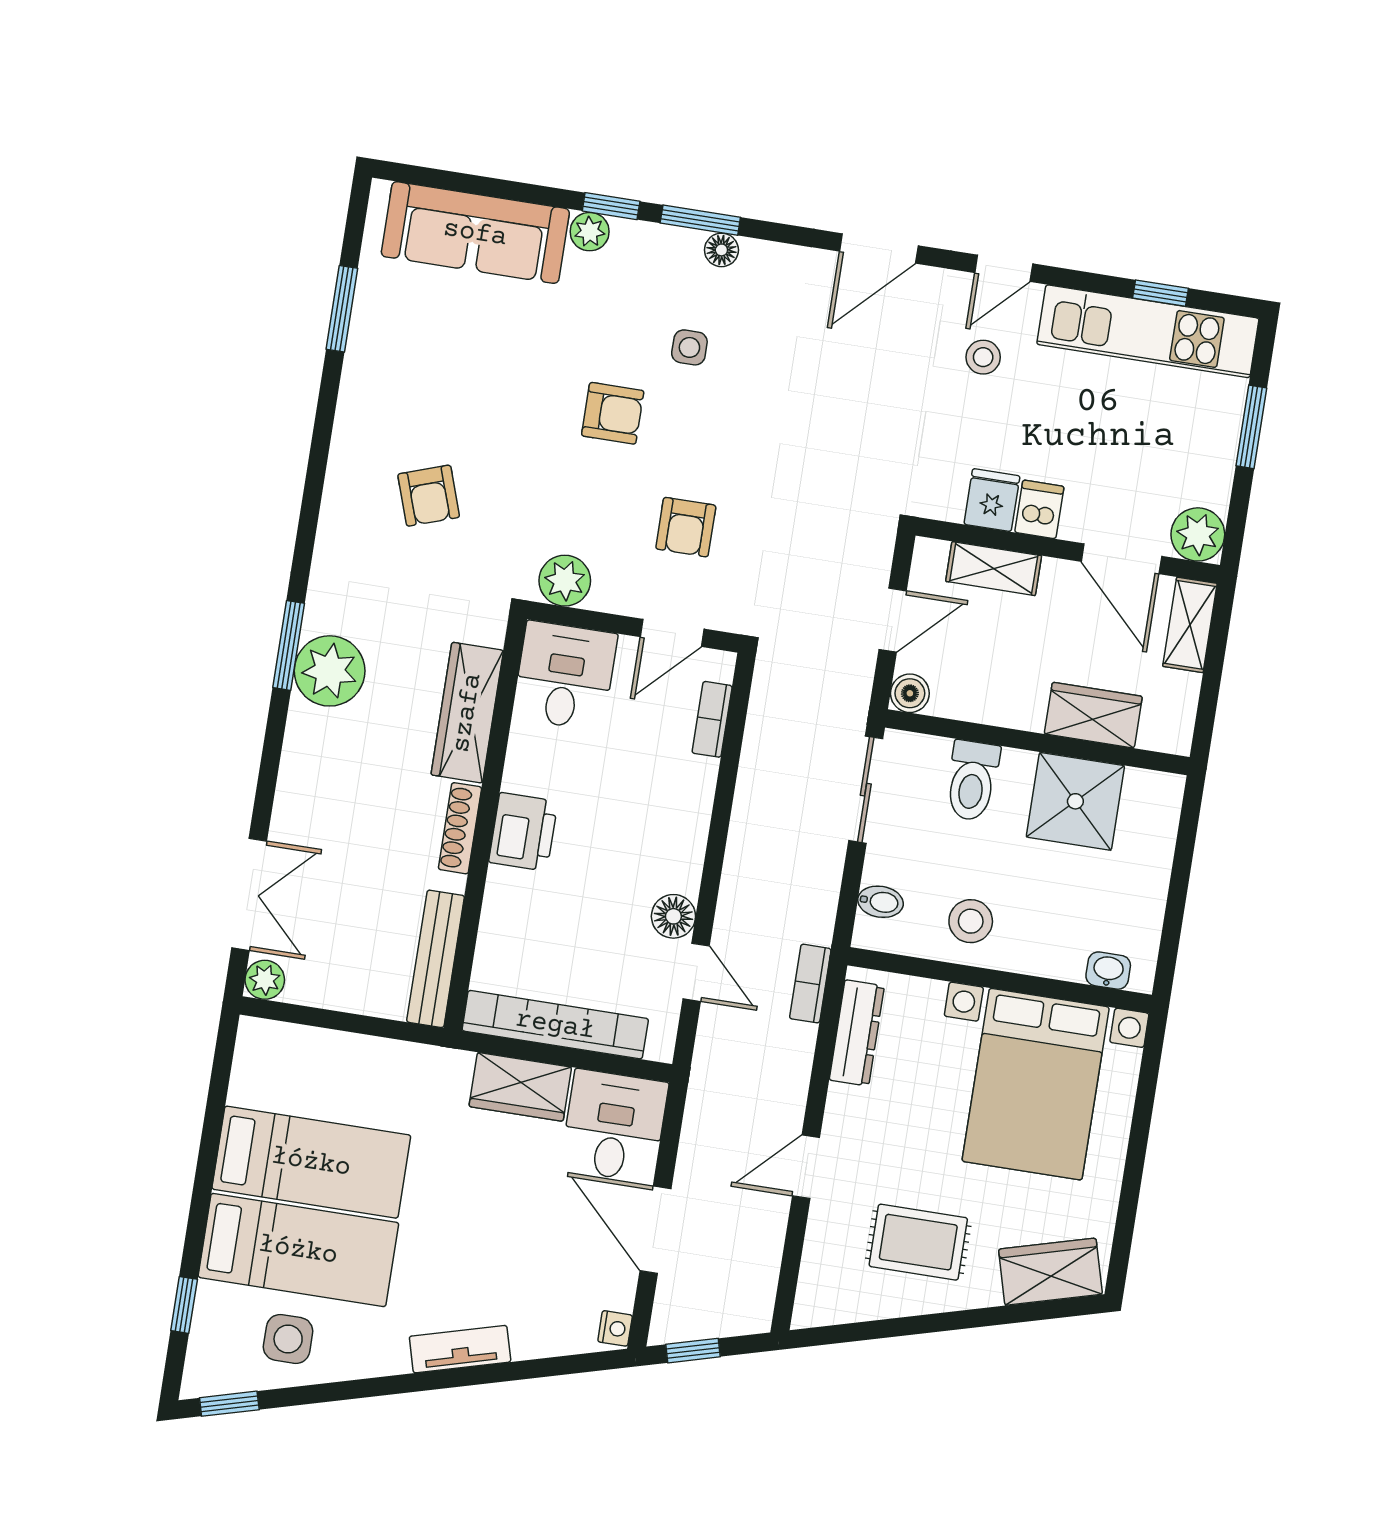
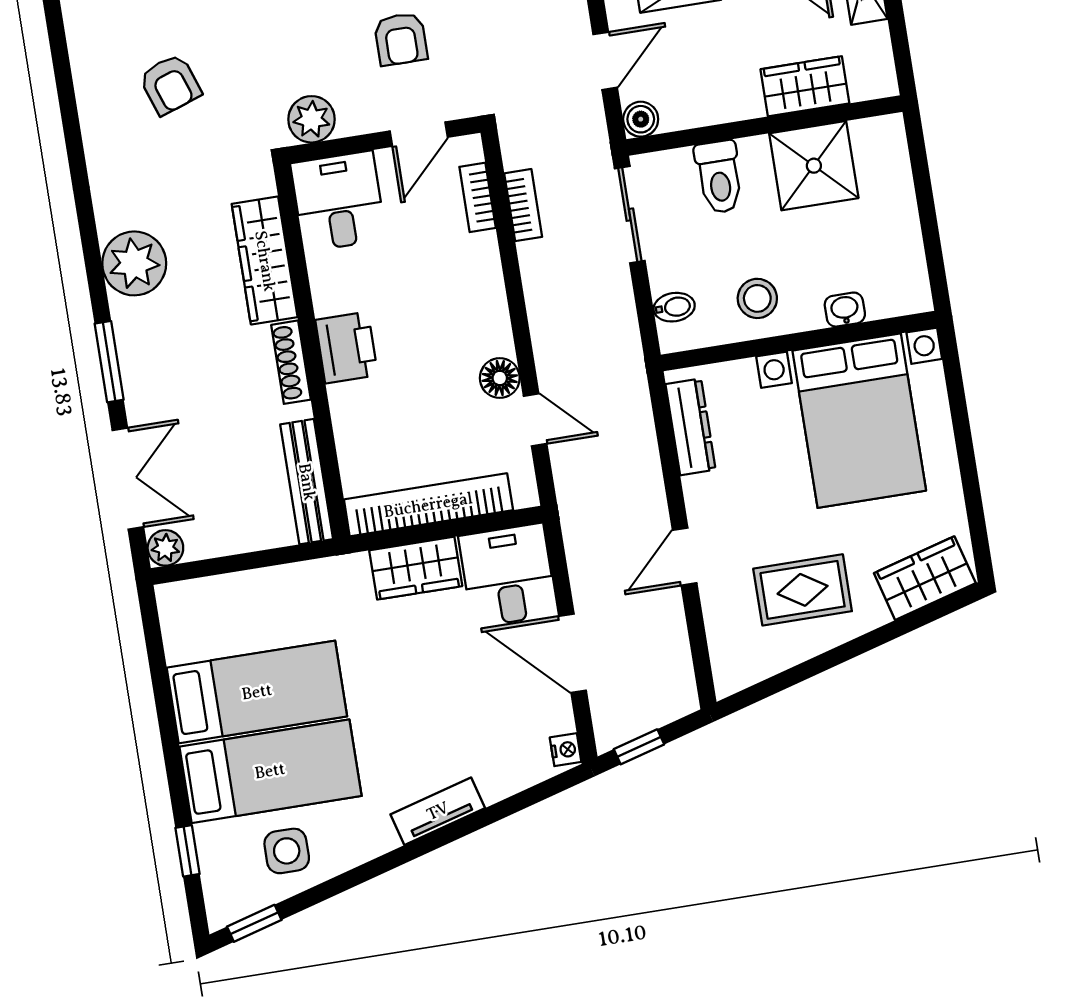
window: (289, 645) -> (109, 362), moved
washbasin: (1108, 971) -> (845, 310), moved
bookcase: (810, 984) -> (523, 205), moved, turned 180

